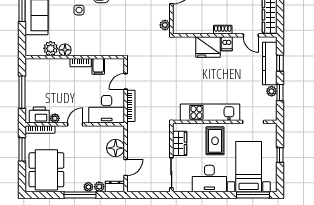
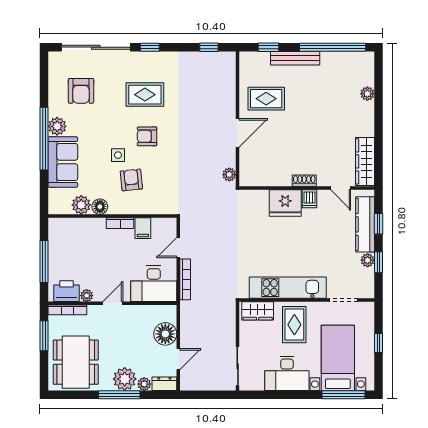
armchair: (89, 29) -> (131, 180), added
wardrobe: (180, 143) -> (258, 311), moved, turned 90
plant: (88, 187) -> (125, 379), width x1.87, depth x1.87

